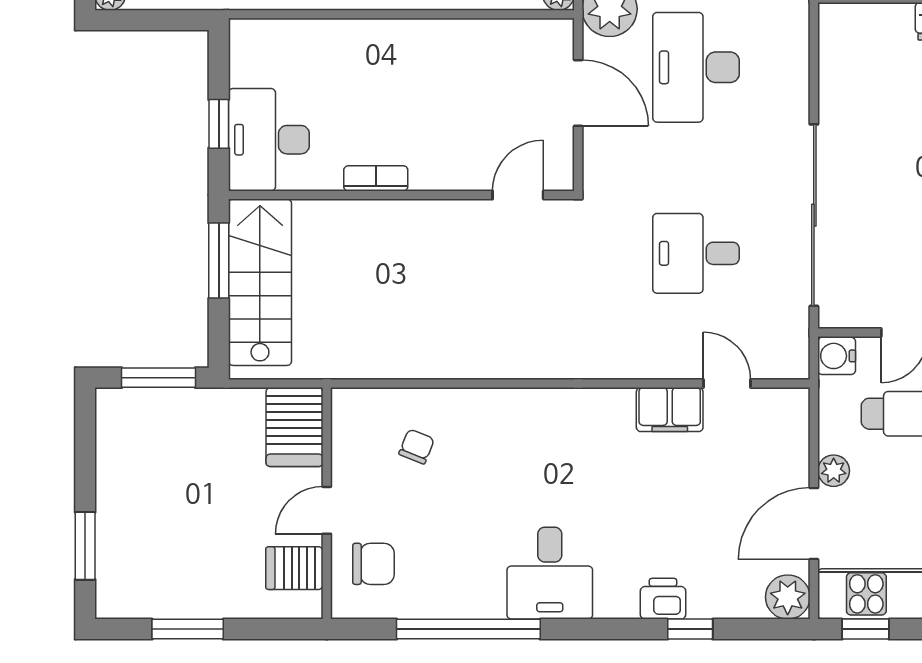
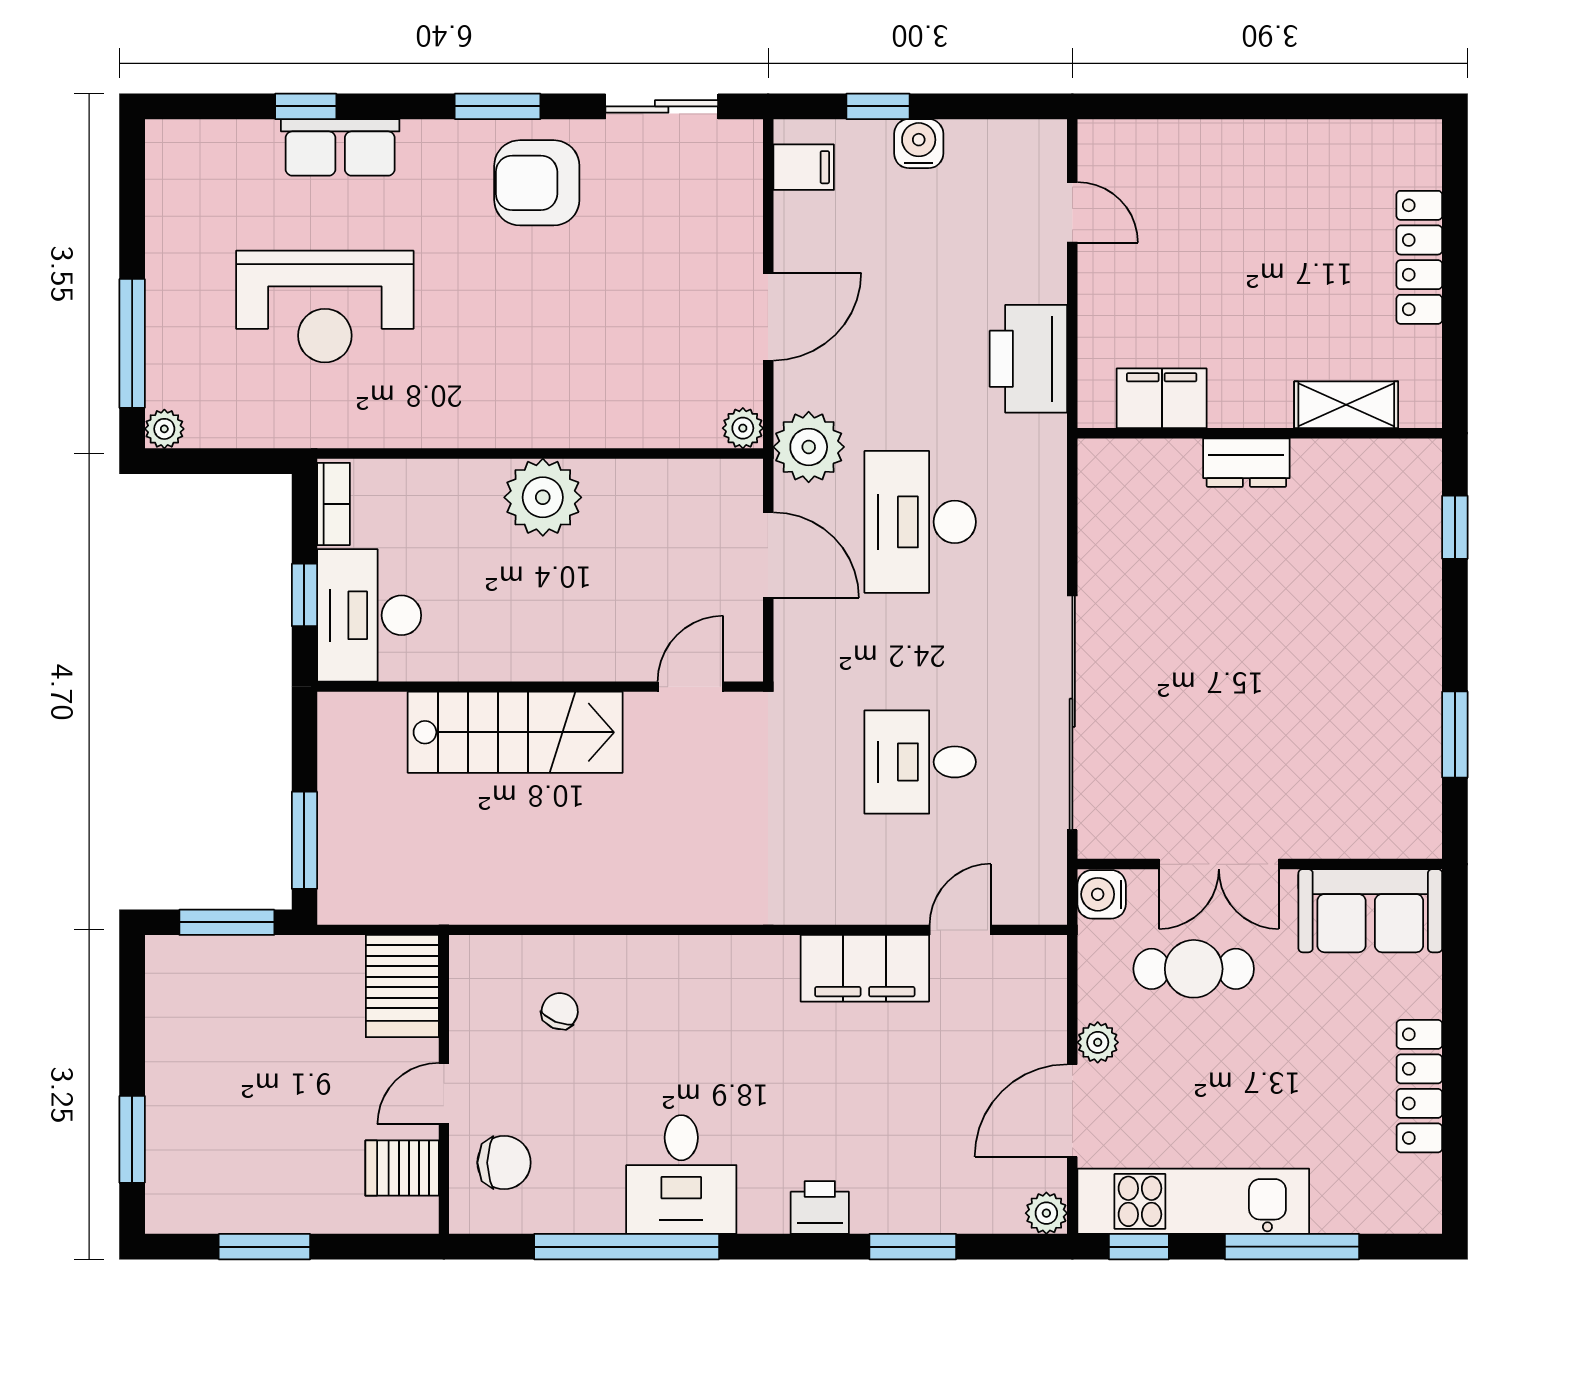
plant: (403, 48) -> (543, 497), added
bookcase: (376, 178) -> (334, 504), moved, turned 90
window: (219, 261) -> (304, 840), moved
stairs: (260, 282) -> (515, 732), moved, turned 90
door: (727, 384) -> (960, 930), hinge flipped
filing cabinet: (670, 410) -> (865, 968), width x1.50, depth x1.17
desk: (550, 573) -> (681, 1175), moved
plant: (788, 597) -> (1046, 1213), width x0.73, depth x0.73
printer: (663, 599) -> (820, 1208), moved
window: (690, 629) -> (913, 1247), width x1.50

